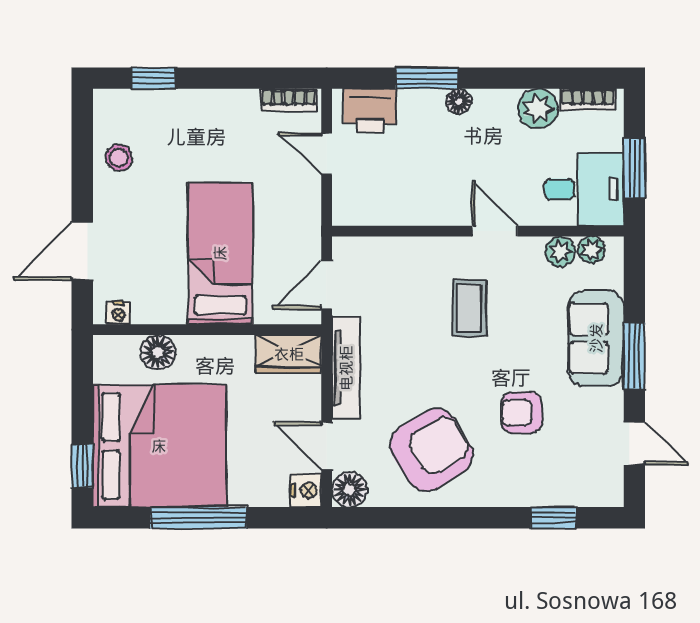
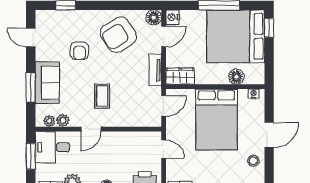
door: (327, 154) -> (164, 149), moved
door: (495, 231) -> (91, 129), hinge flipped
door: (82, 251) -> (269, 135), moved
bed: (220, 253) -> (216, 119), width x1.50
window: (634, 356) -> (31, 87), moved
tv unit: (346, 368) -> (155, 70), width x0.71
armchair: (522, 413) -> (79, 51), turned 90
door: (327, 446) -> (164, 36), hinge flipped

